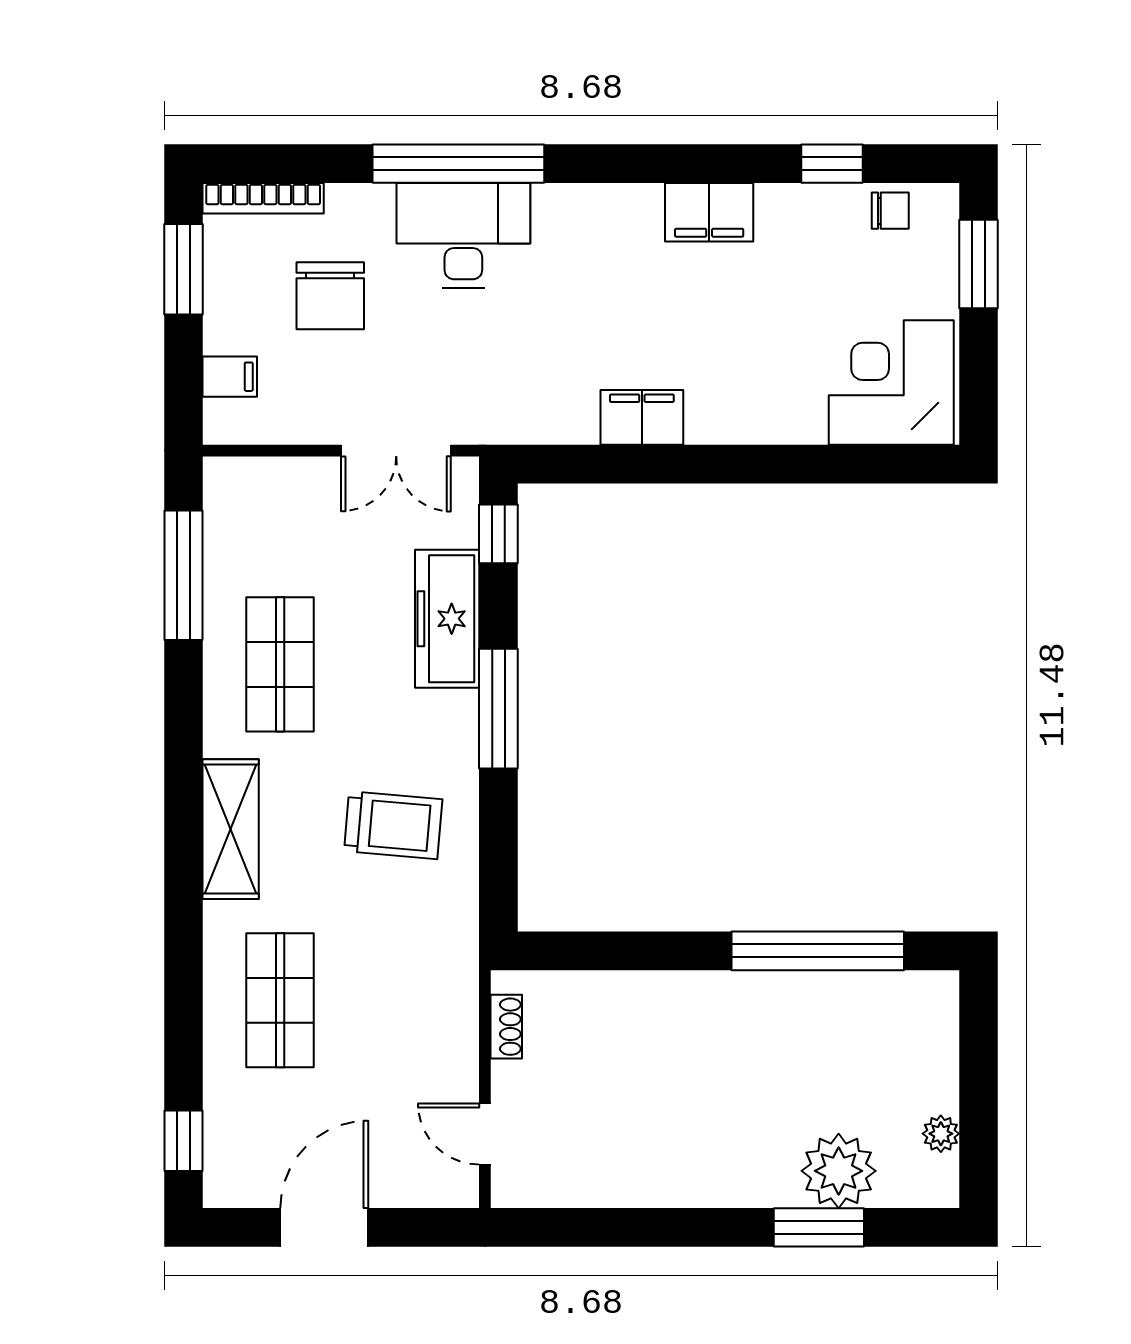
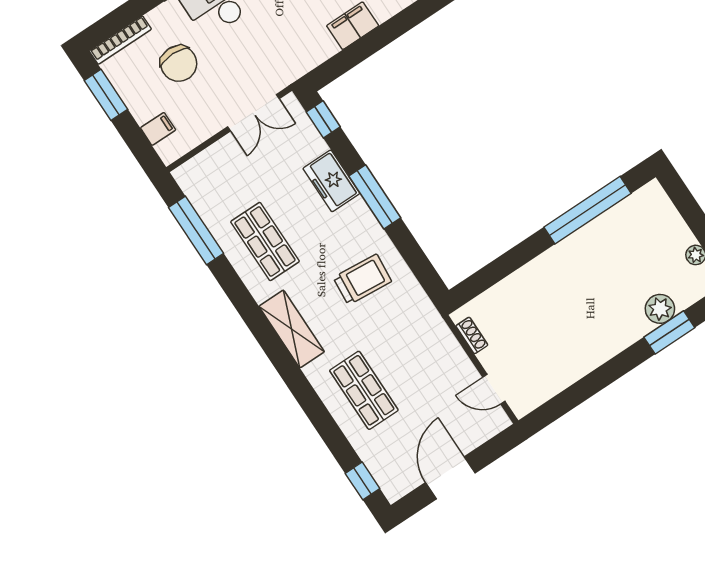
freezer: (447, 619) -> (331, 181), width x0.71
plant: (839, 1171) -> (660, 309), width x0.73, depth x0.73

